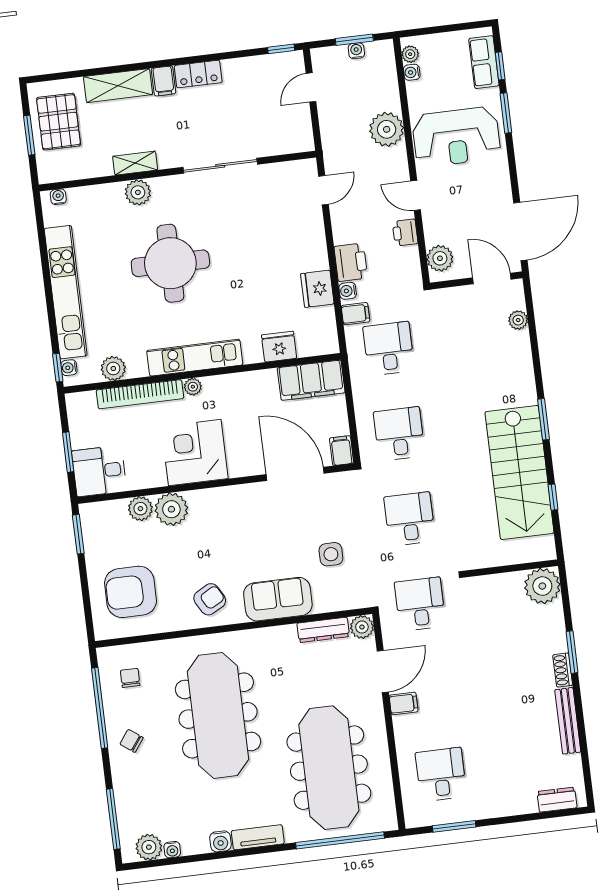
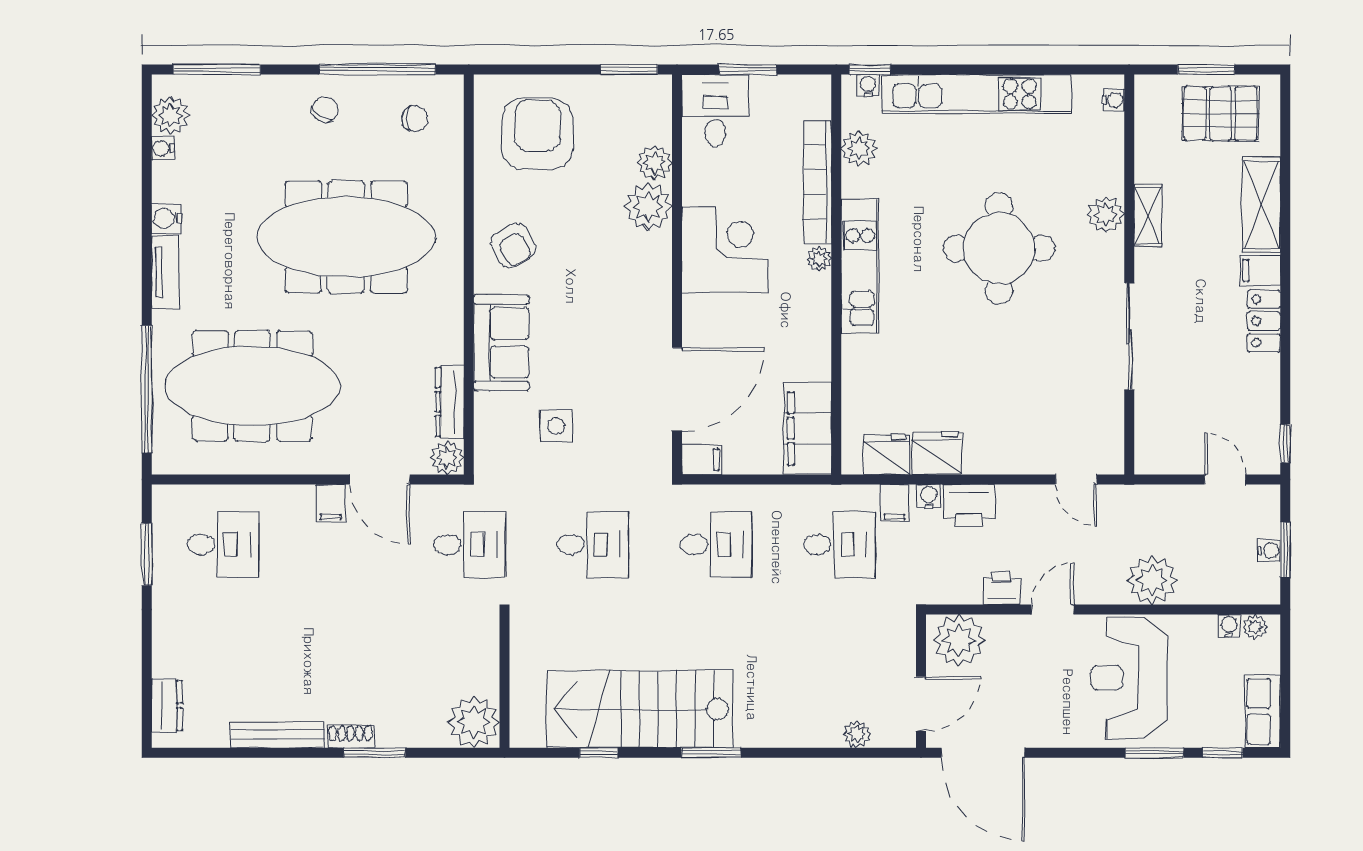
row of seats: (484, 62) -> (1263, 711), moved, turned -90
plant: (440, 258) -> (959, 640), width x1.36, depth x1.36
fridge: (279, 347) -> (886, 455), moved, turned -90

